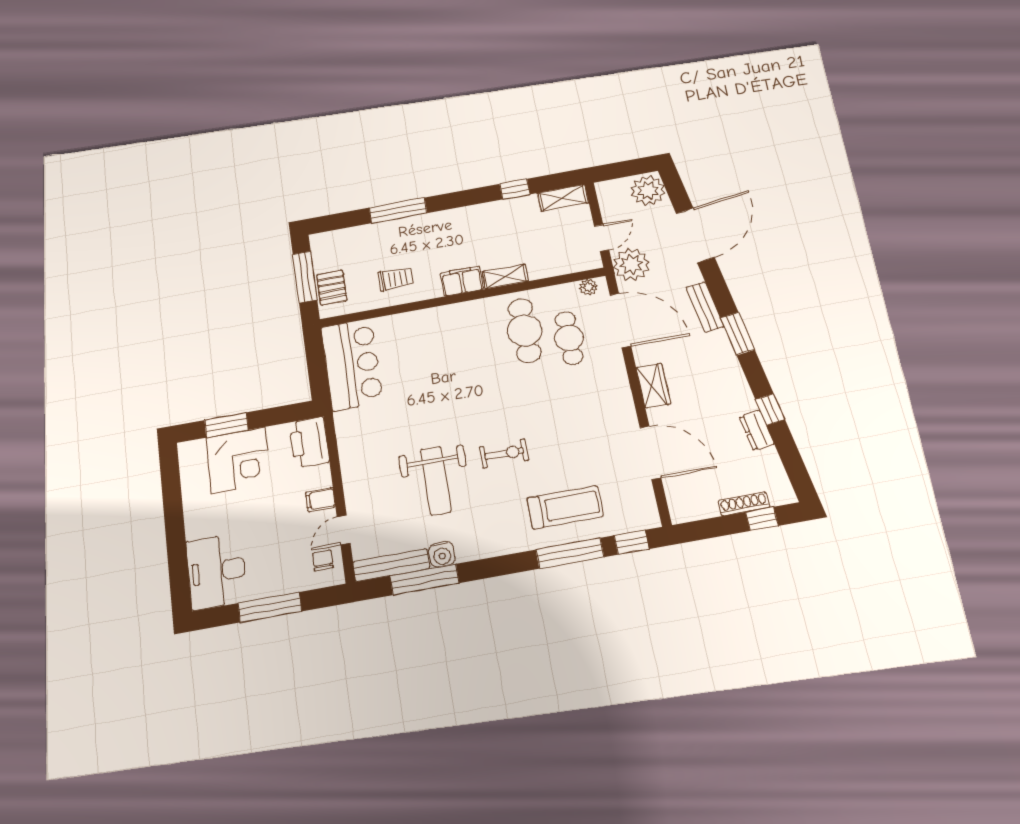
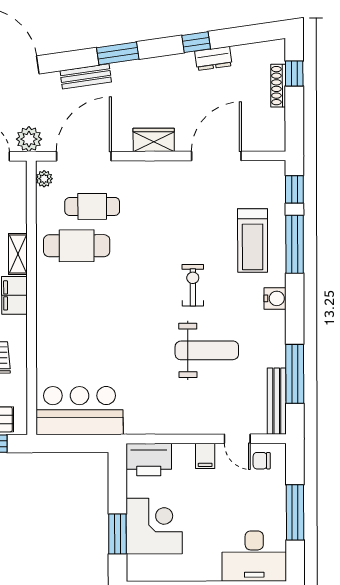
plant: (631, 265) -> (29, 139), width x0.73, depth x0.73
treadmill: (565, 507) -> (253, 241), turned 180
water cooler: (442, 554) -> (275, 298), moved

